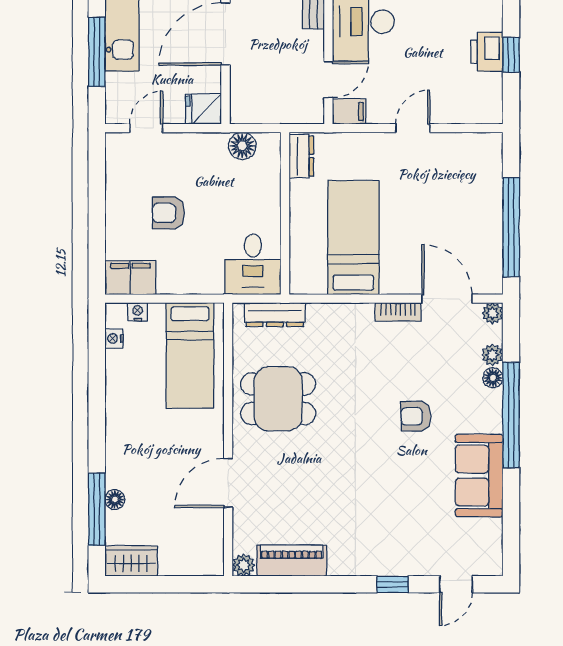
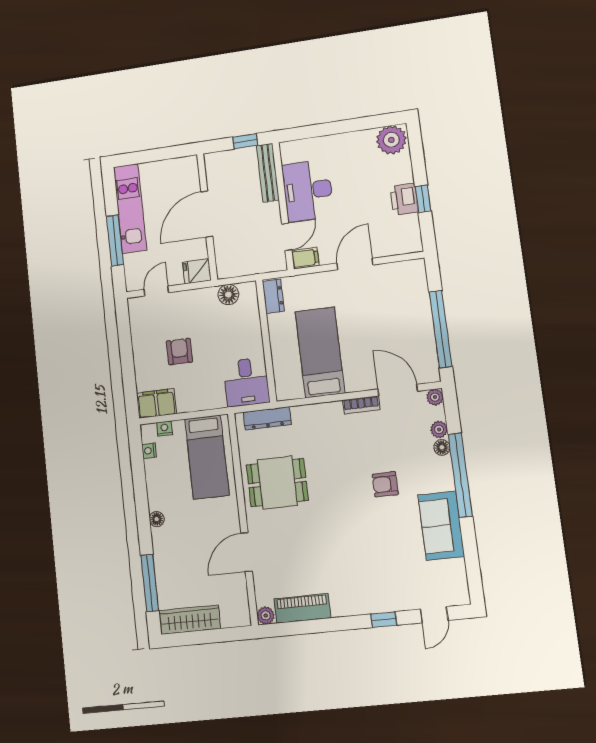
door: (413, 128) -> (355, 264), width x1.38
armchair: (169, 213) -> (179, 352), turned 90
floor lamp: (115, 499) -> (157, 519), moved
wardrobe: (131, 561) -> (190, 620), width x1.50

